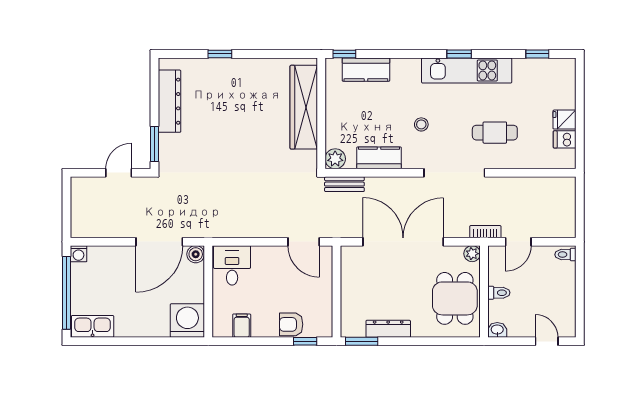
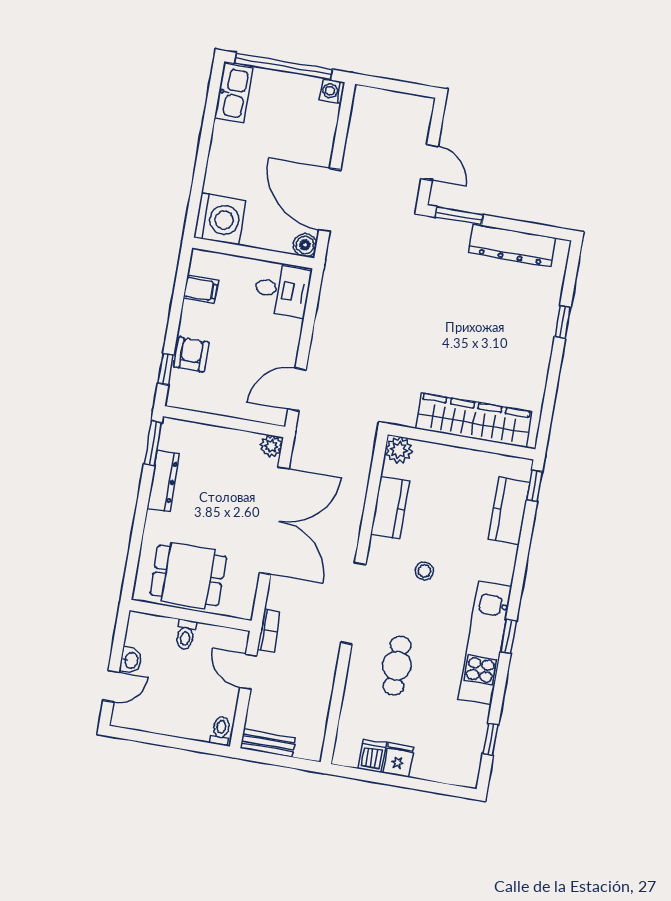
bench: (344, 184) -> (268, 743), moved, turned 90
plant: (472, 254) -> (271, 446), moved
washbasin: (497, 330) -> (131, 660), moved

